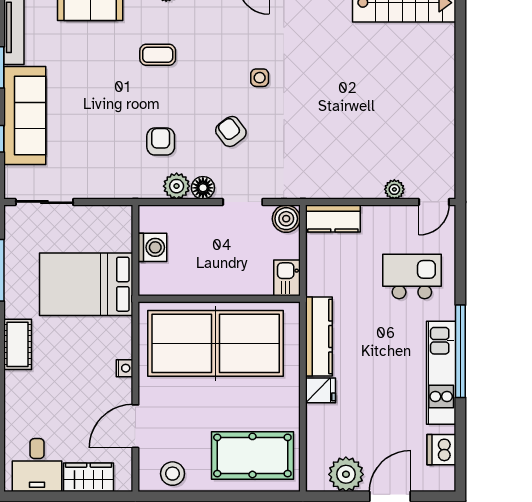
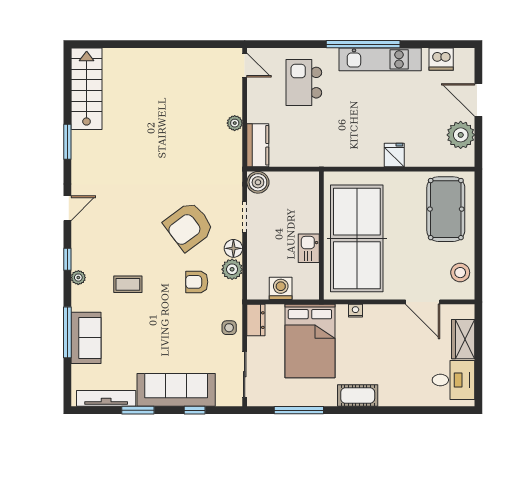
coffee table: (158, 55) -> (128, 284), turned 90
side table: (260, 78) -> (229, 328), moved
armchair: (231, 131) -> (189, 226), width x1.88, depth x1.88
plant: (394, 189) -> (235, 123), moved
dresser: (113, 216) -> (256, 320), added
kitchen sink: (287, 278) -> (309, 248), moved, turned 90
kitchen counter: (319, 336) -> (351, 156), removed
nightstand: (124, 368) -> (355, 311), moved

